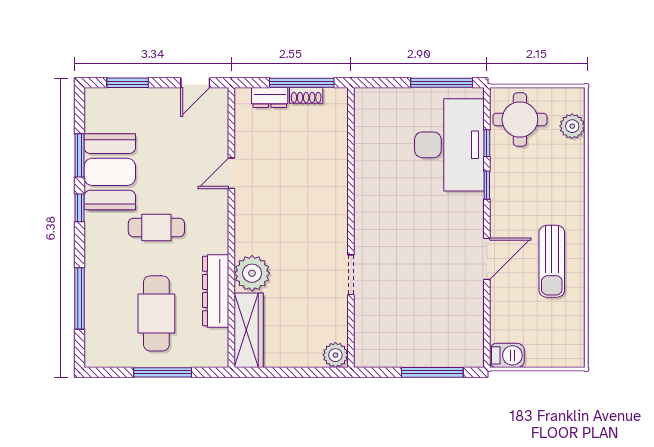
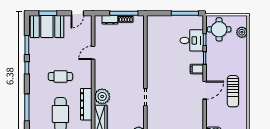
desk: (449, 145) -> (192, 40), width x0.53, depth x0.77
booth: (110, 172) -> (47, 26), moved, turned 90
filing cabinet: (469, 211) -> (197, 69), added

